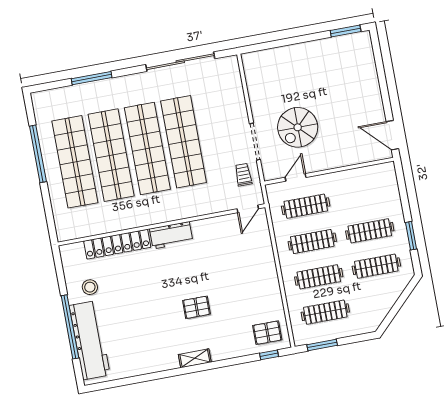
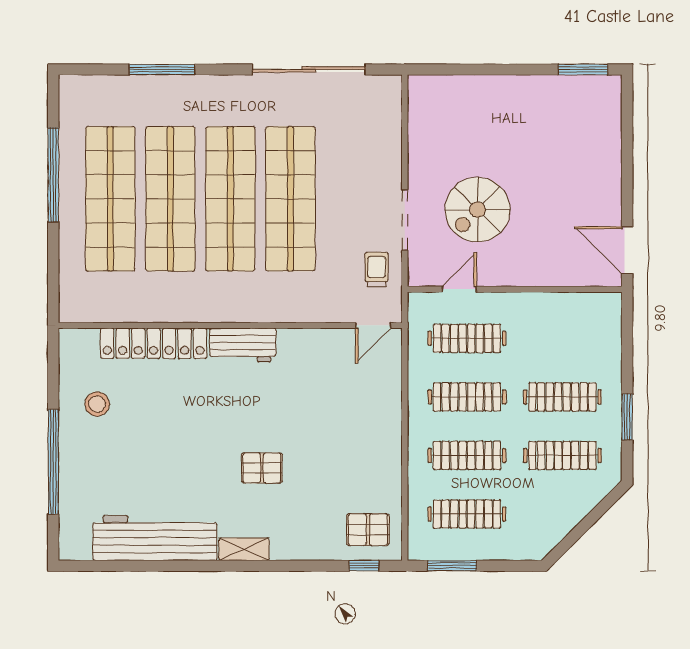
workbench: (90, 340) -> (155, 538), moved, turned -90

